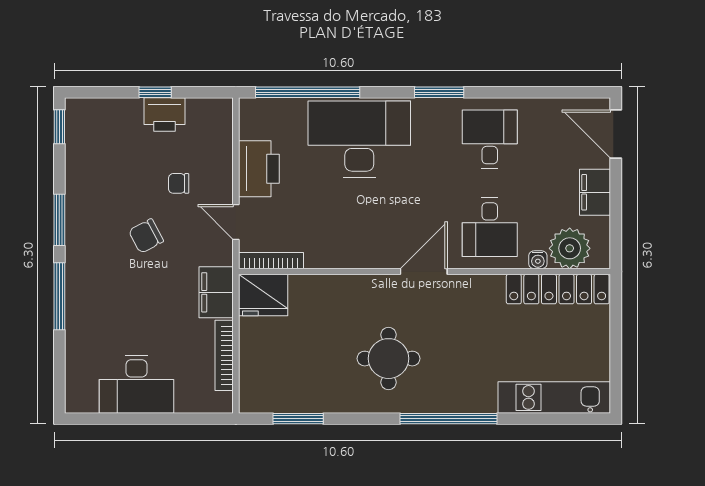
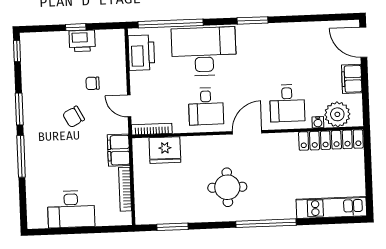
desk: (490, 139) -> (206, 106), moved, turned 180
printer: (259, 169) -> (141, 53), moved
fridge: (263, 295) -> (165, 150), moved

